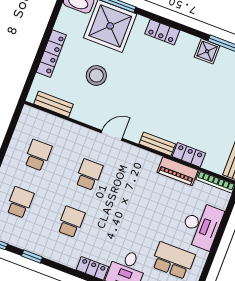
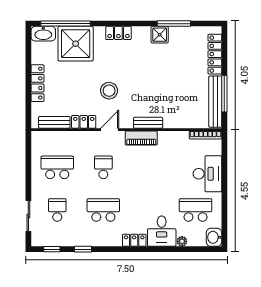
stool: (96, 75) -> (109, 91), moved
school desk: (38, 155) -> (57, 167), width x1.85
locker: (189, 155) -> (84, 122), moved
piano: (178, 171) -> (141, 138), moved
school desk: (71, 222) -> (103, 210), width x1.85

